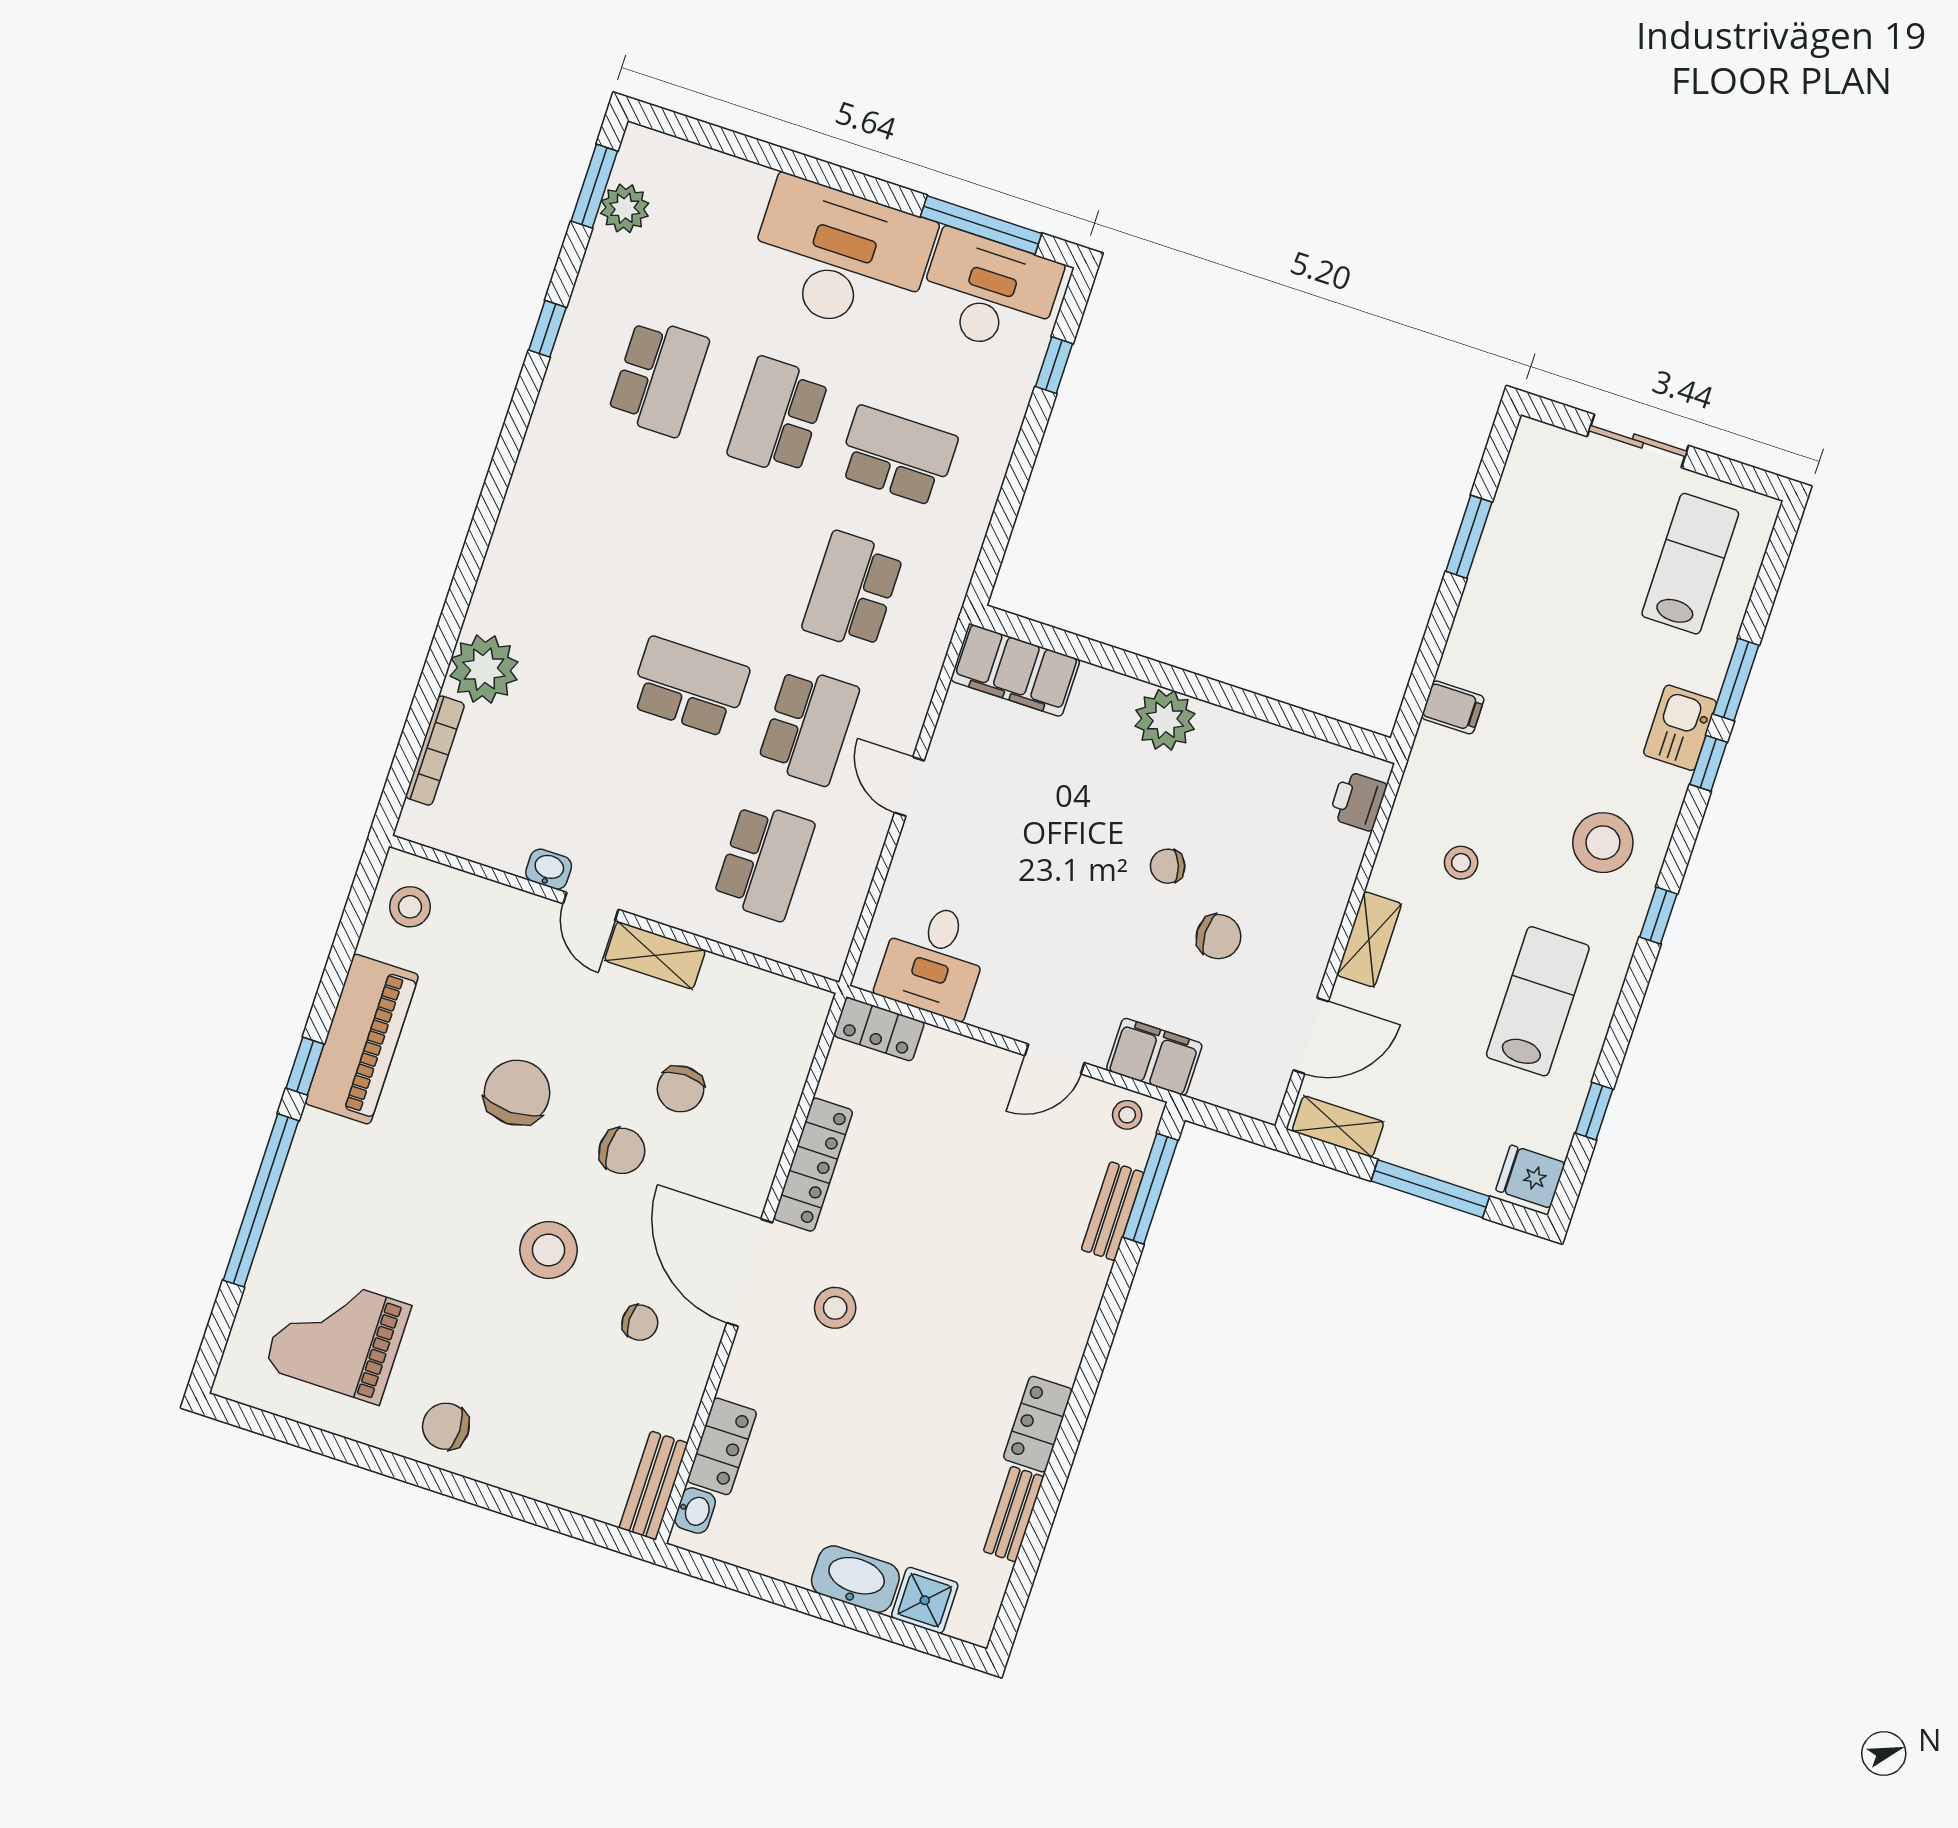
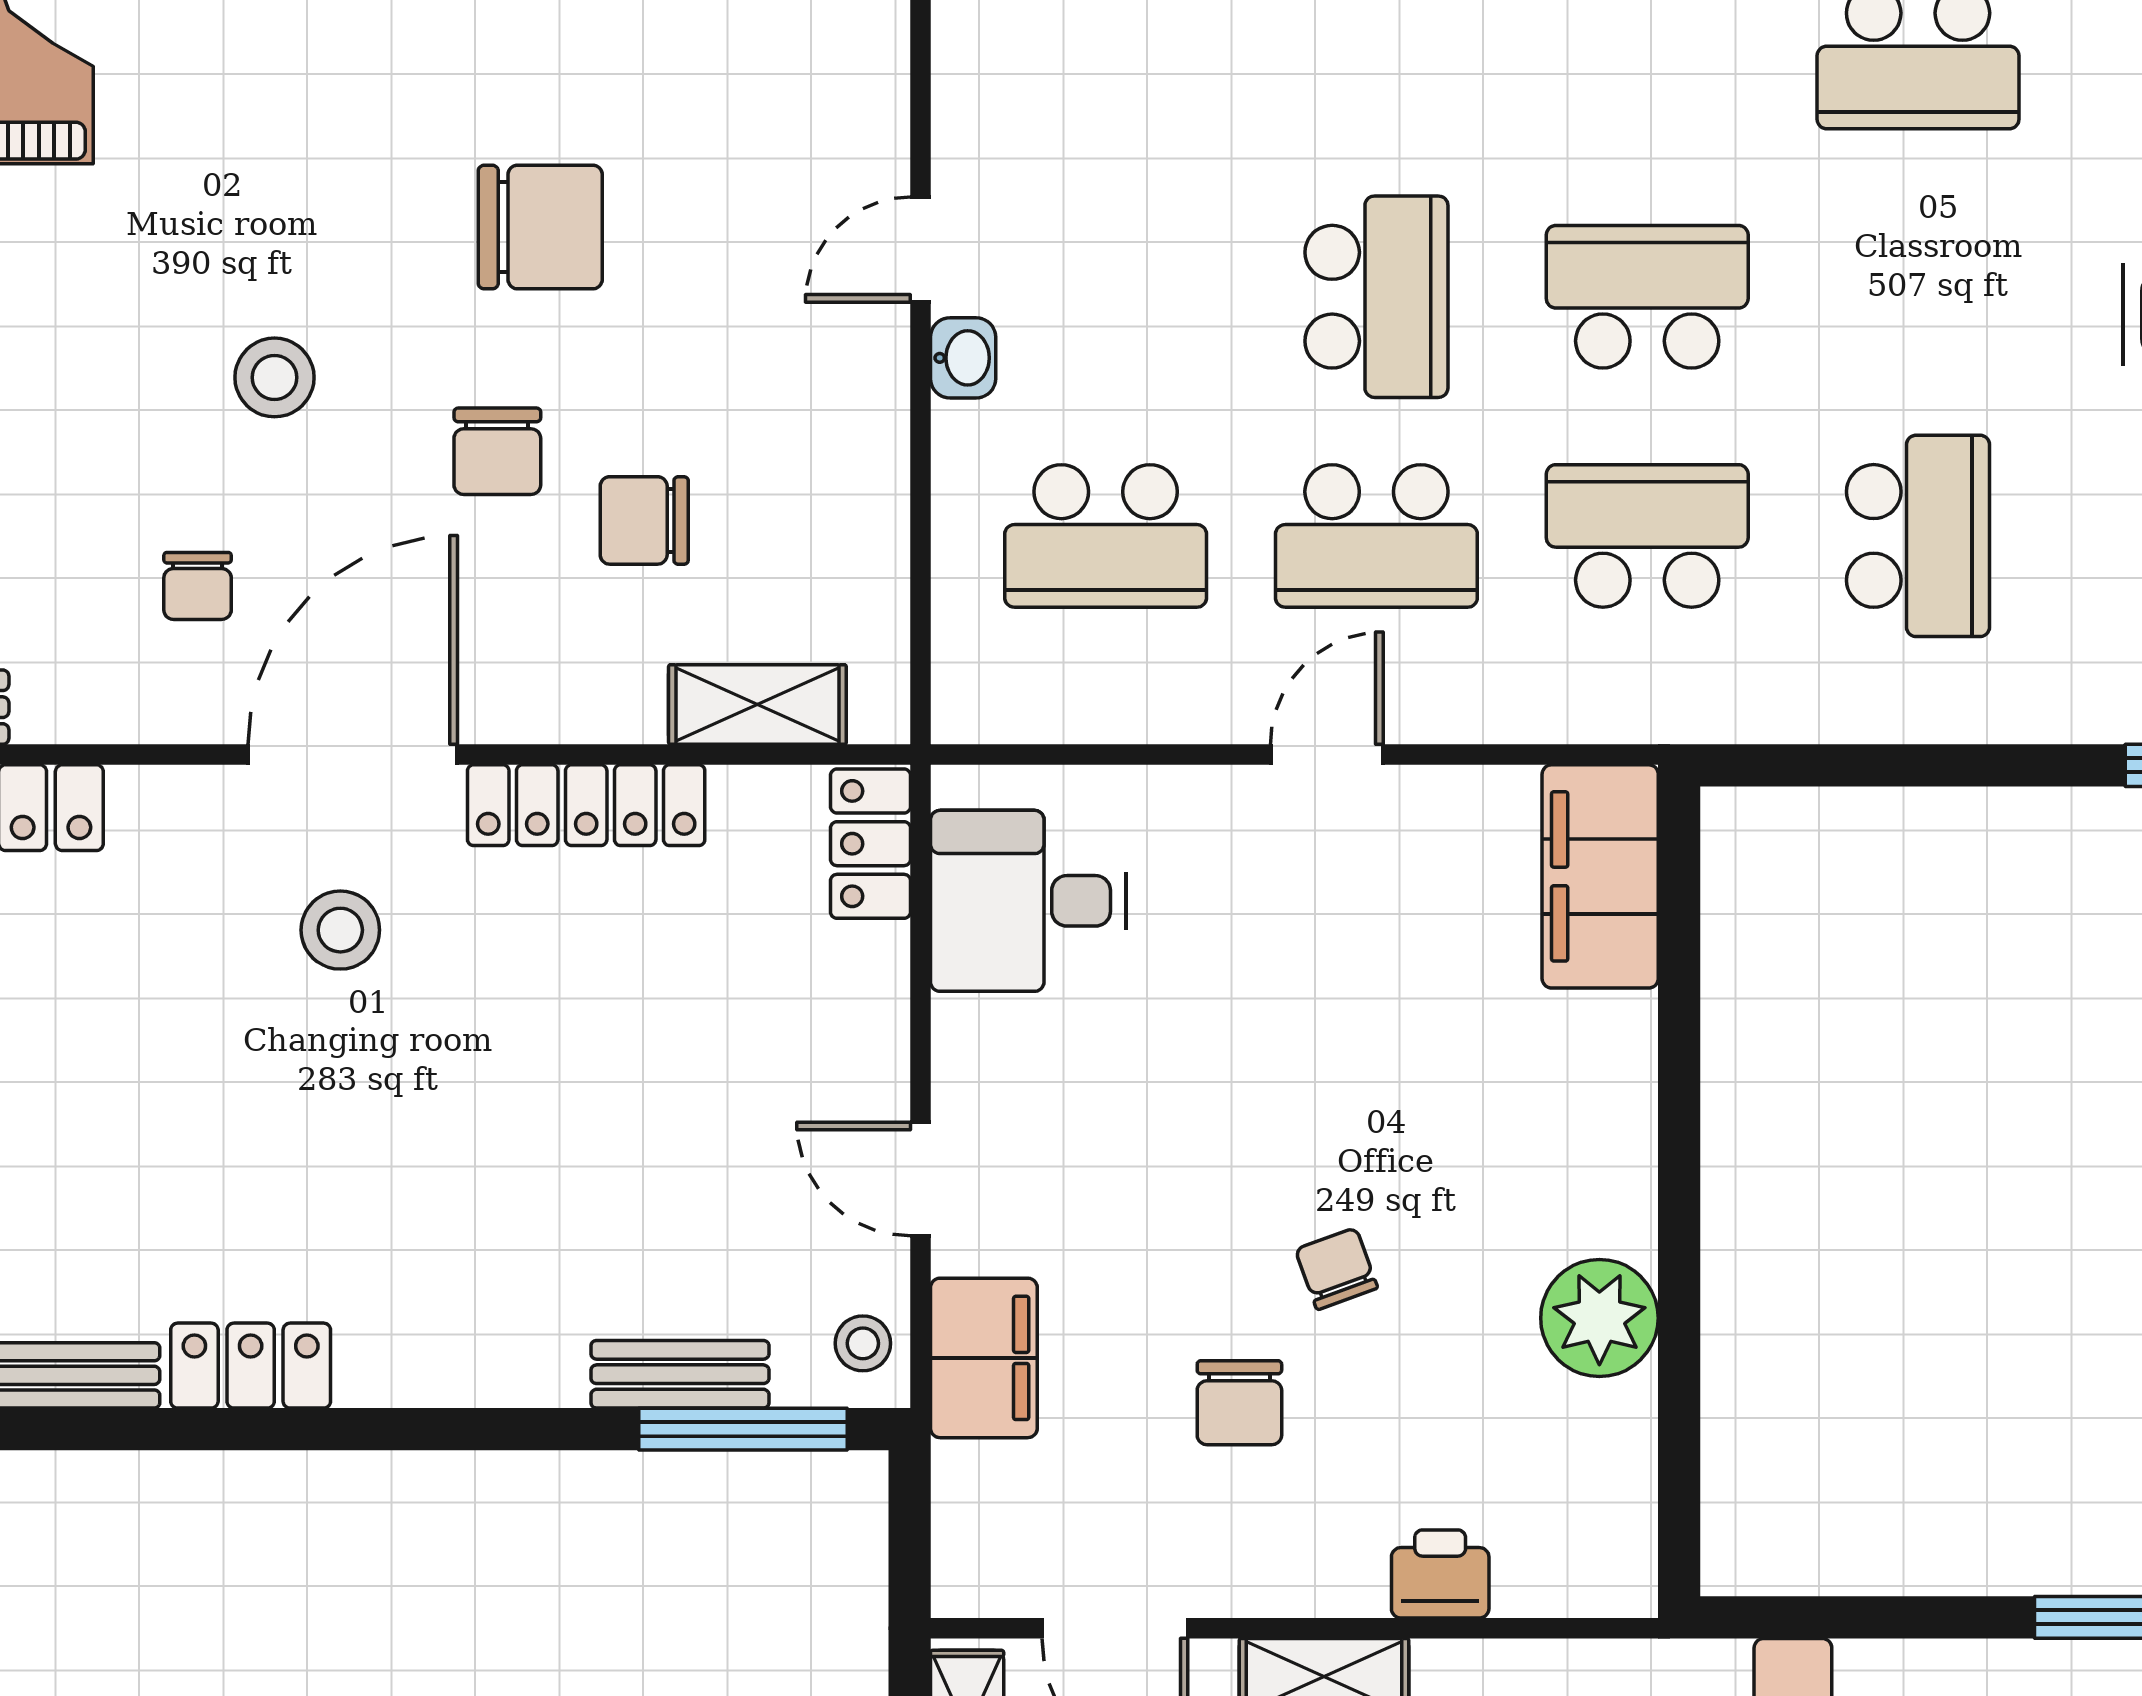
school desk: (778, 416) -> (1647, 297), moved
plant: (1165, 720) -> (1599, 1318), moved
printer: (1358, 801) -> (1440, 1574), moved
washbasin: (549, 869) -> (963, 358), moved
shelving: (655, 955) -> (757, 705), moved, turned 90
stool: (549, 1250) -> (274, 377), width x0.73, depth x0.73

